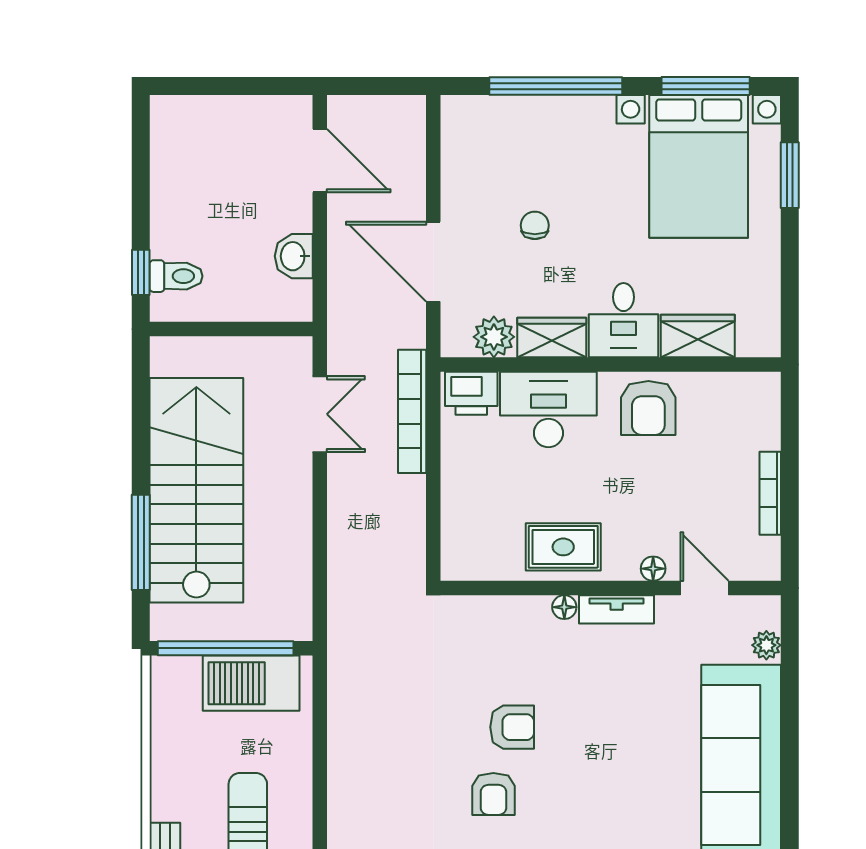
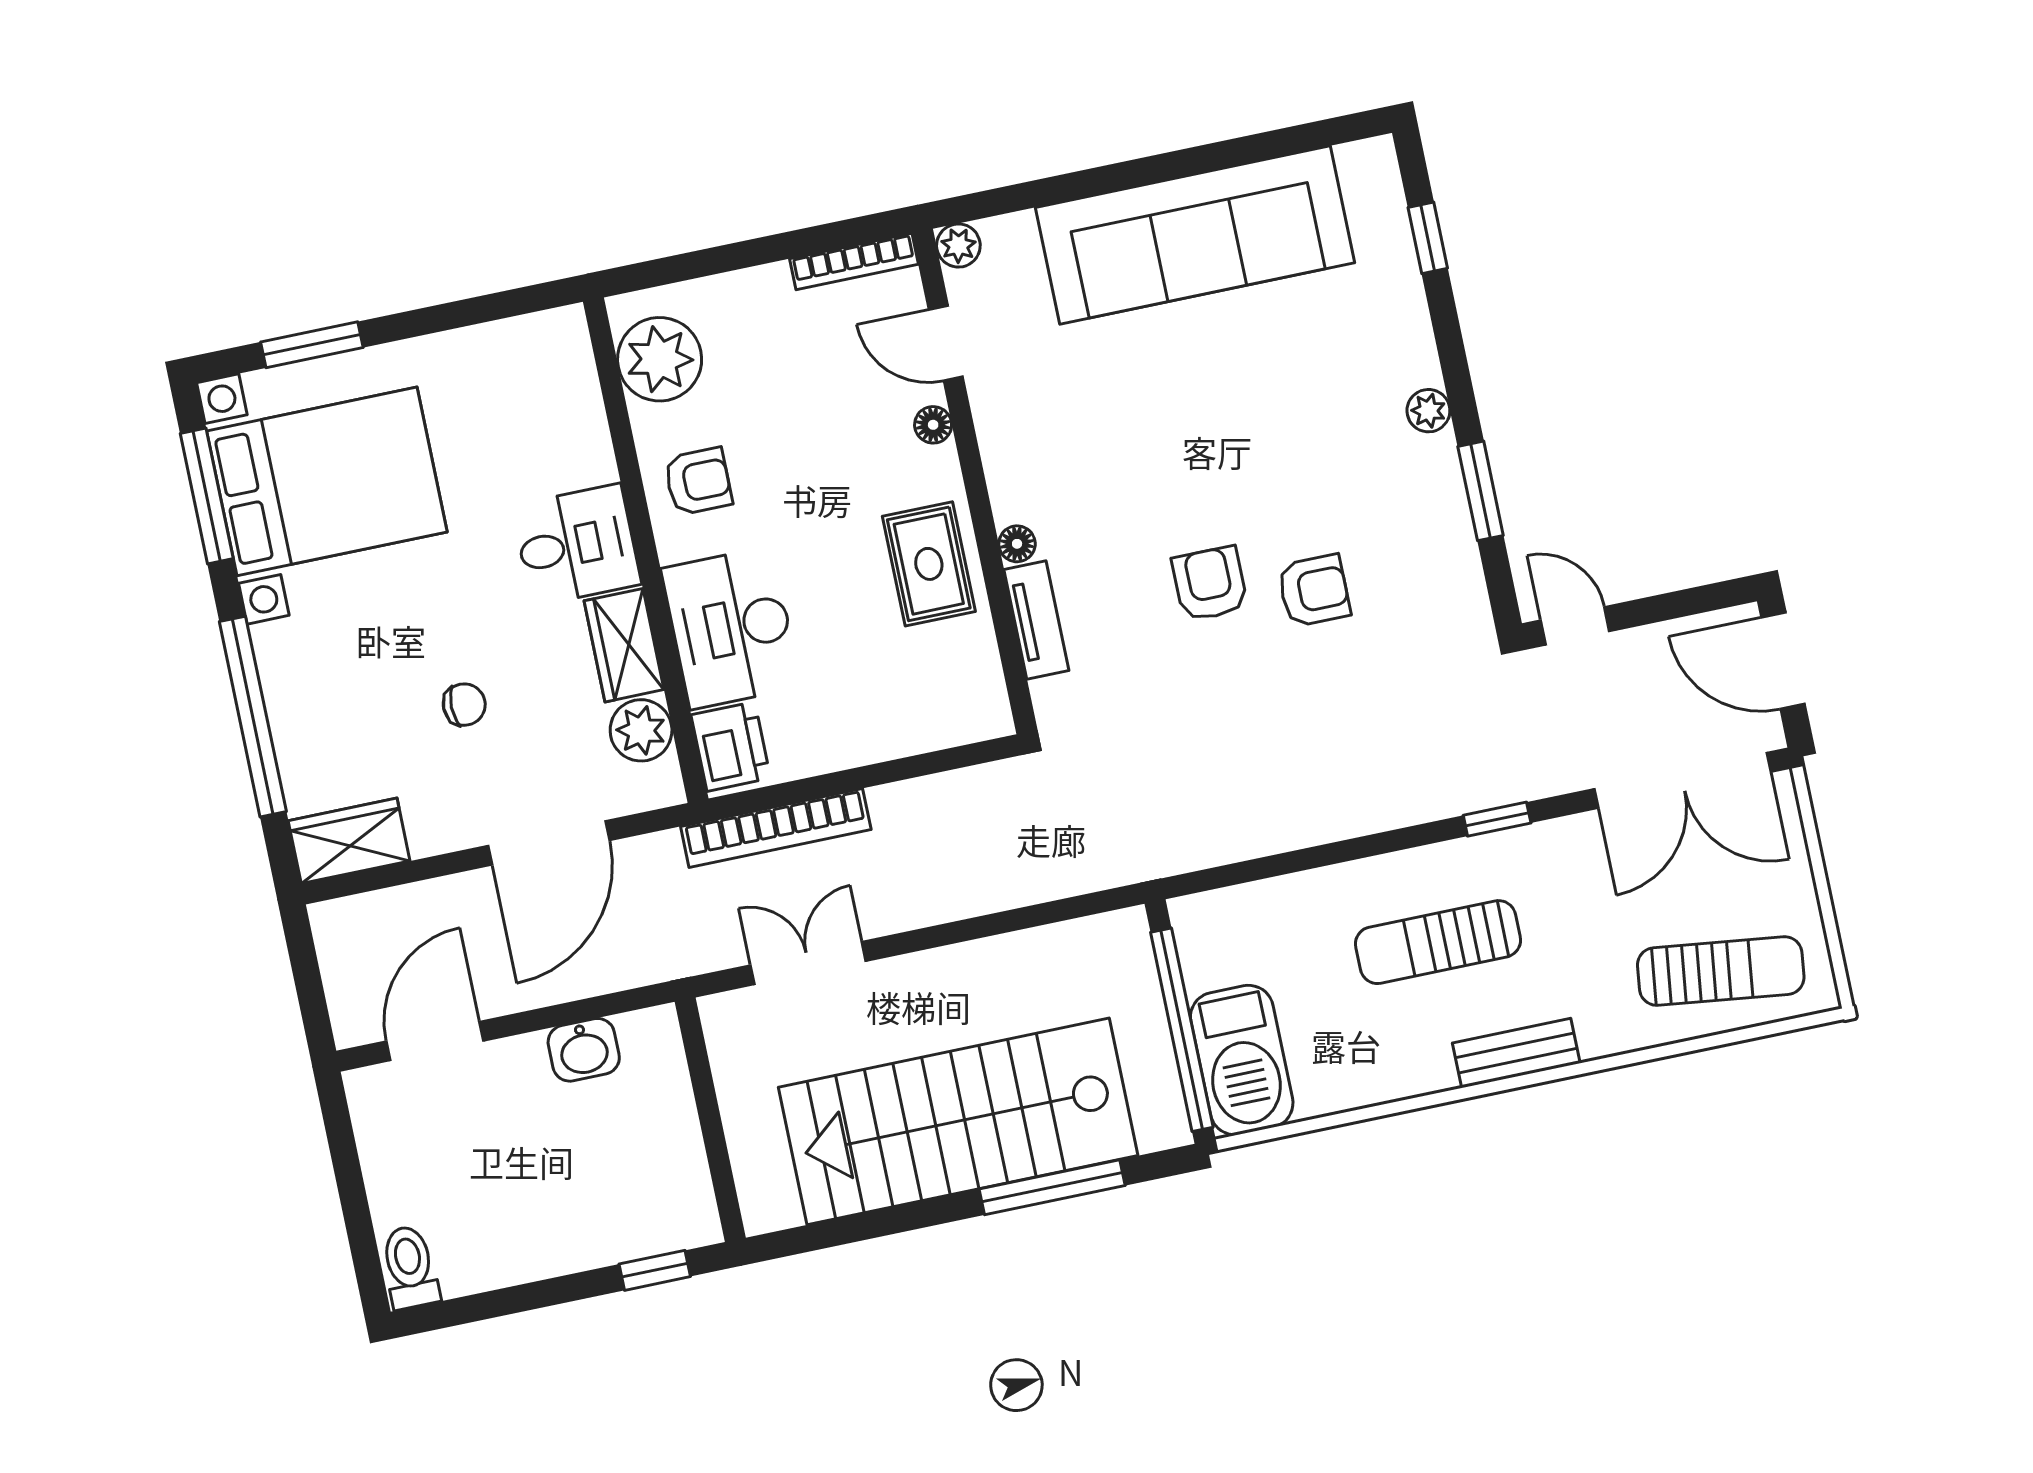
chair: (535, 225) -> (464, 705), turned 180
toilet: (176, 276) -> (410, 1267), moved
wardrobe: (698, 336) -> (349, 841), moved, turned 90
plant: (733, 399) -> (660, 359), added
armchair: (648, 408) -> (698, 481), width x0.72, depth x0.72
bookcase: (770, 493) -> (854, 262), moved
door: (704, 588) -> (946, 343), hinge flipped
tv unit: (617, 609) -> (1036, 620), moved
plant: (766, 645) -> (958, 246), moved
barbecue: (251, 683) -> (1242, 1060), moved

